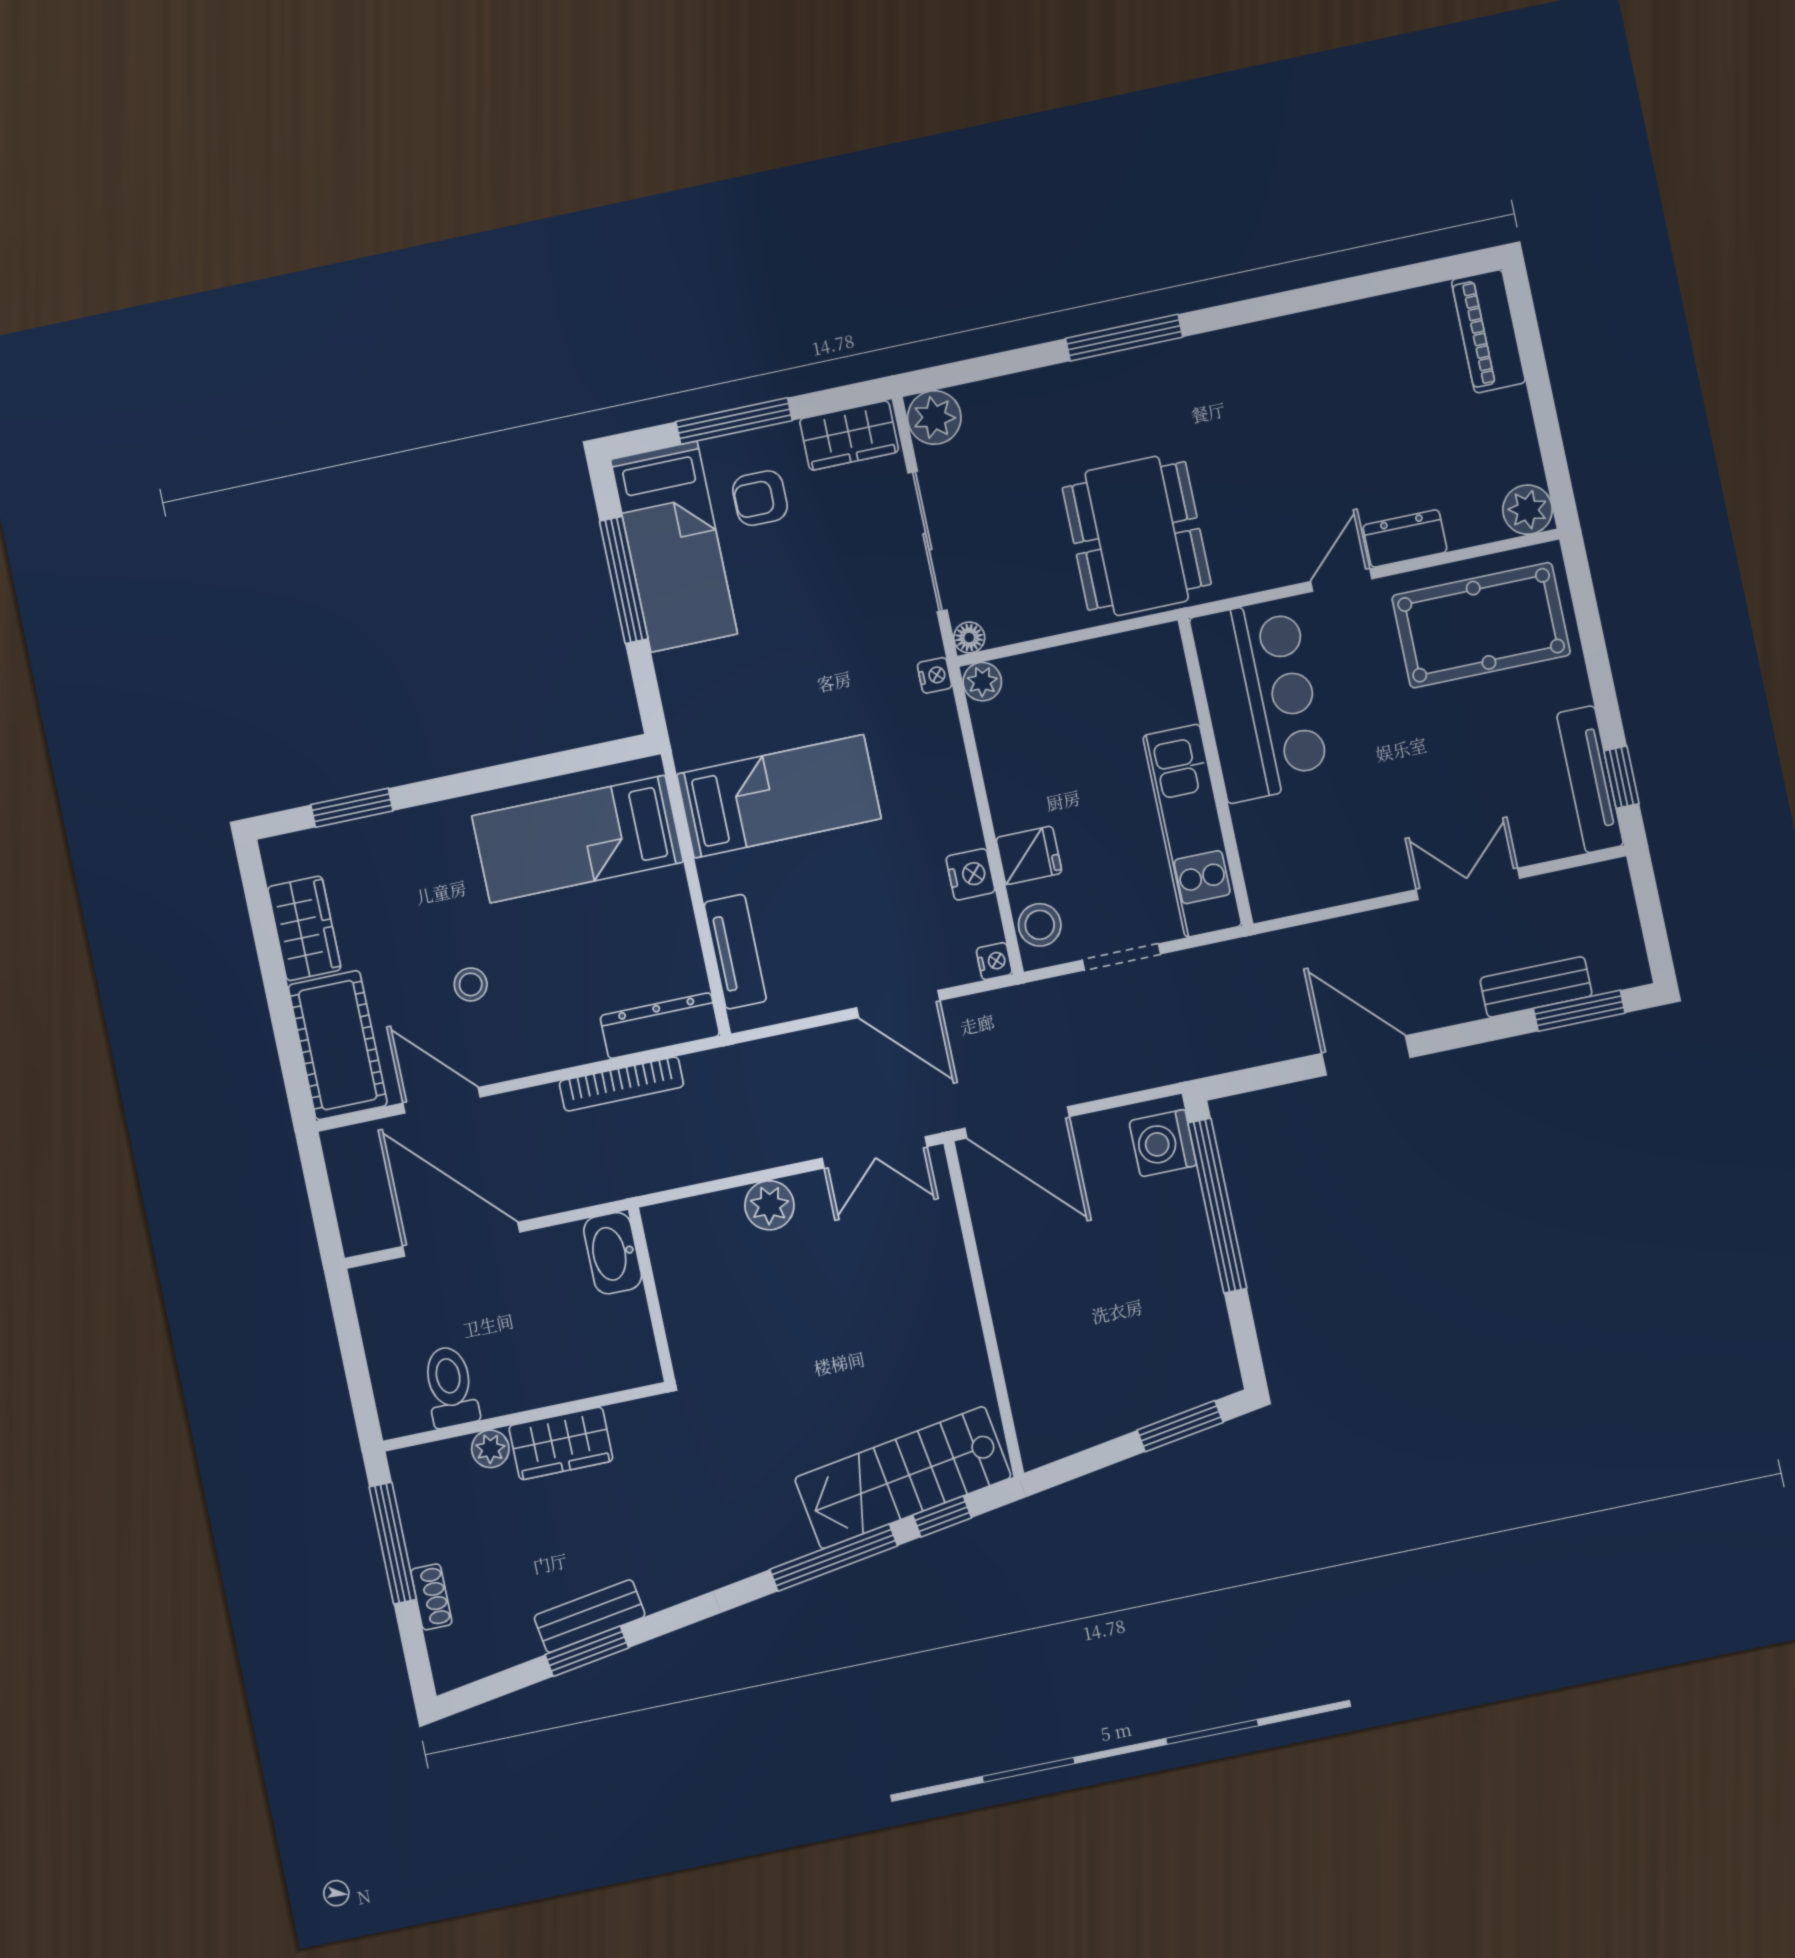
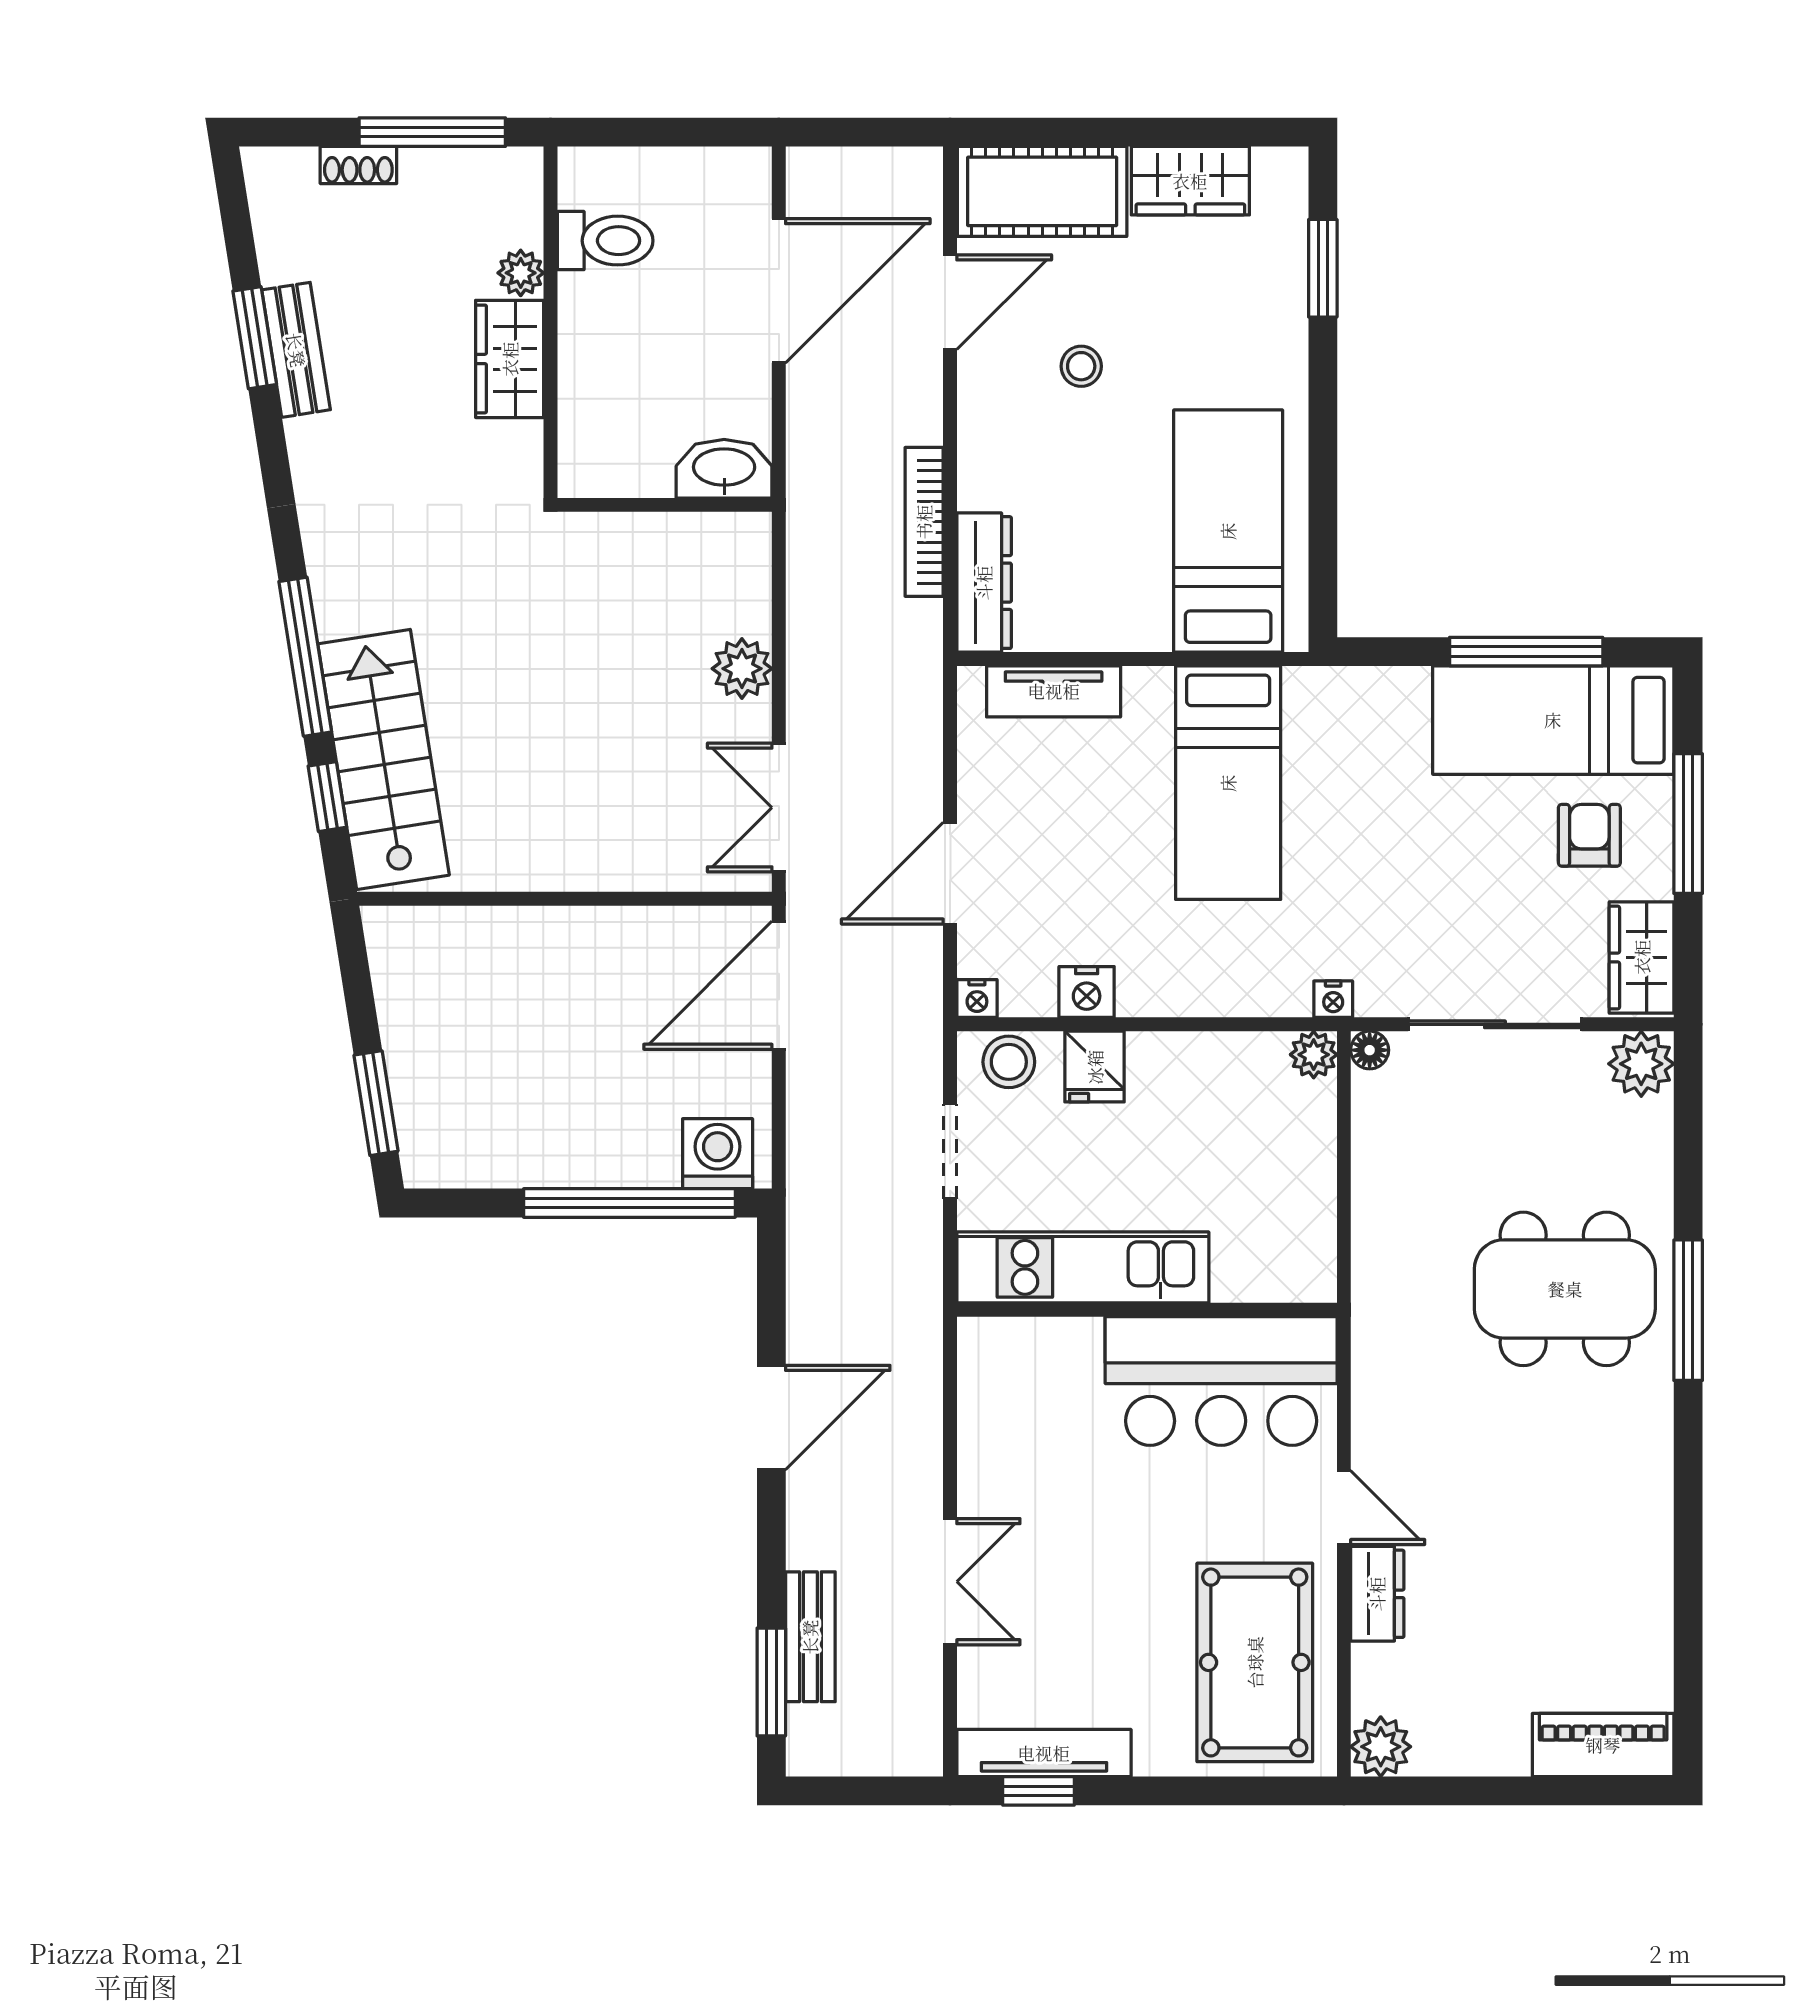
dining table: (1137, 536) -> (1565, 1289), moved

